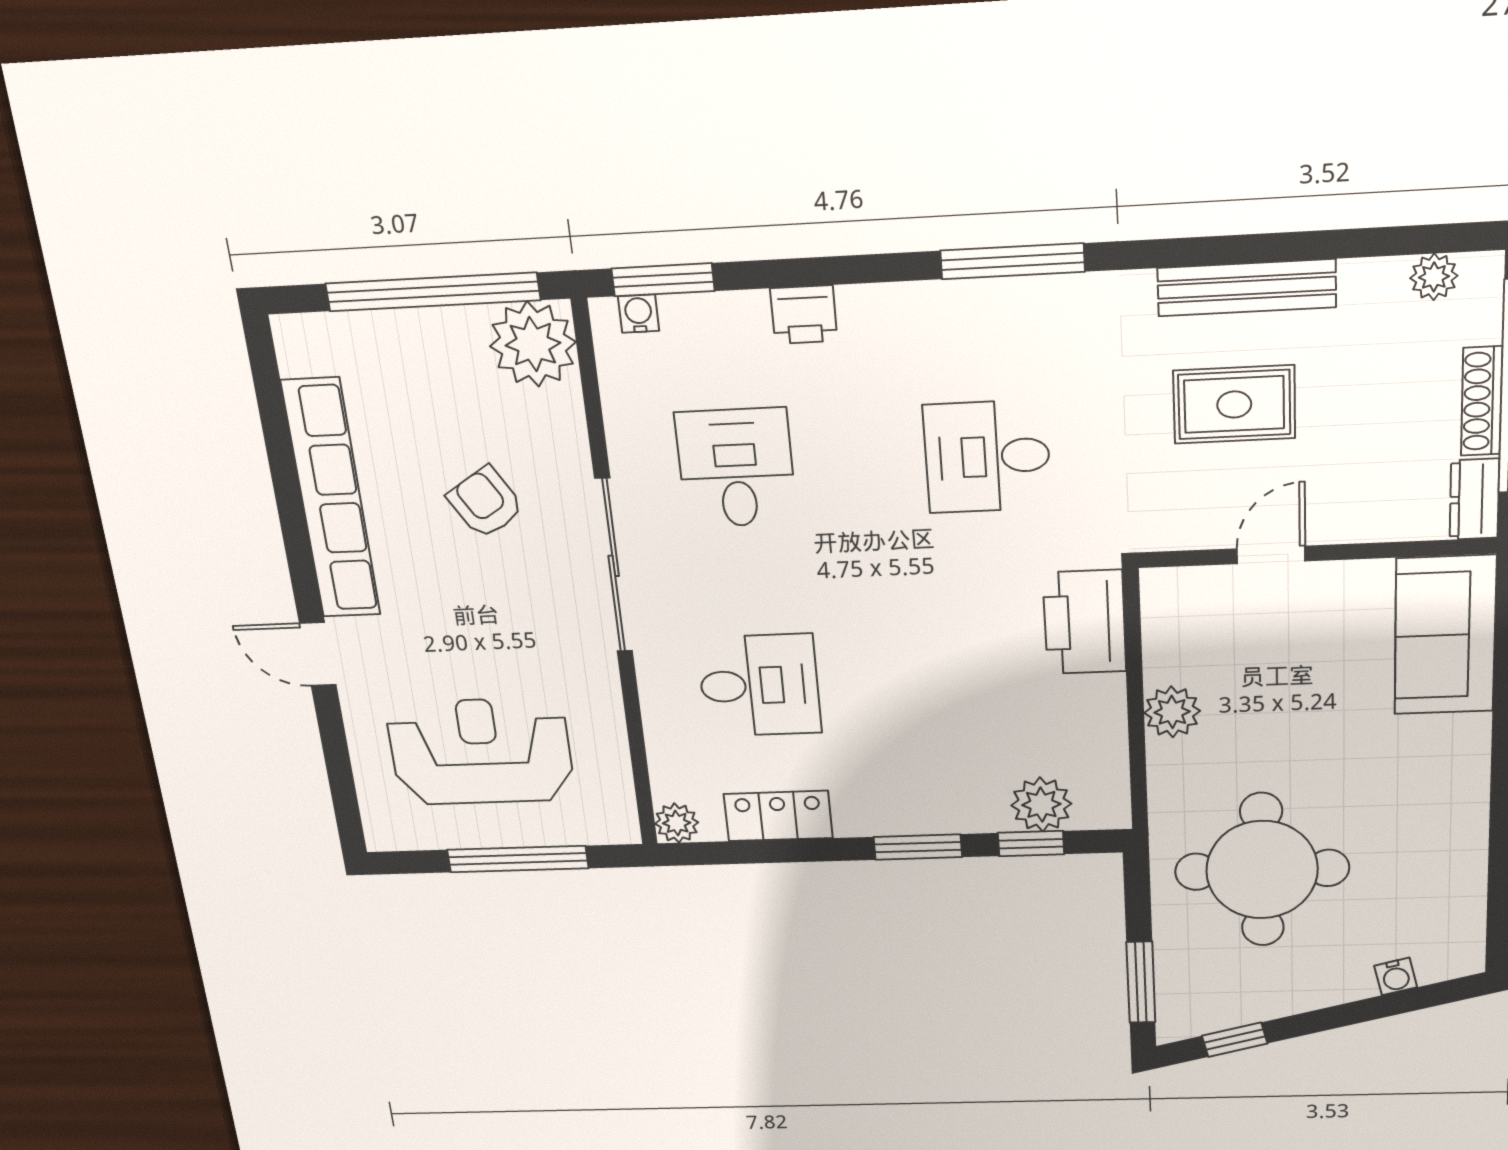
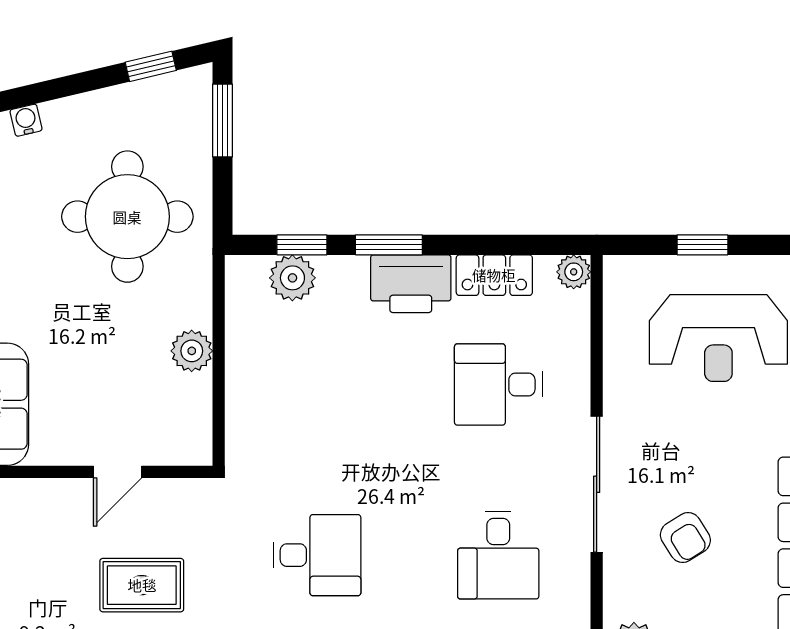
printer: (1085, 622) -> (411, 284), moved, turned 90
window: (518, 859) -> (702, 245), width x0.46

